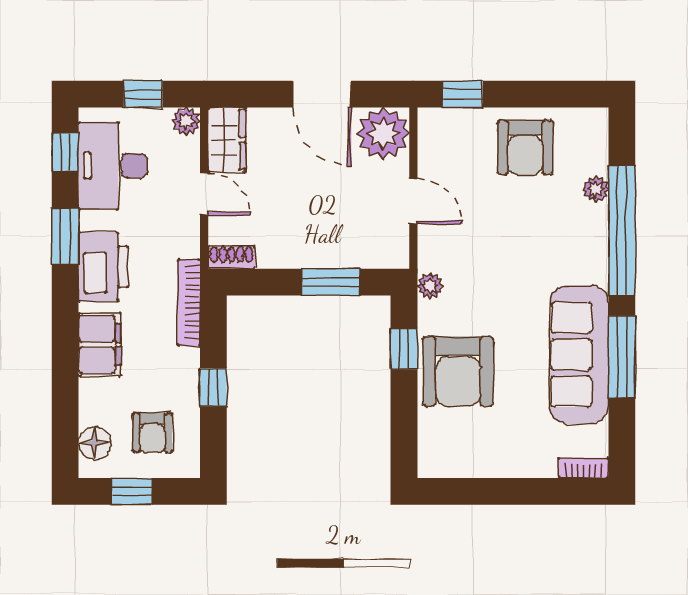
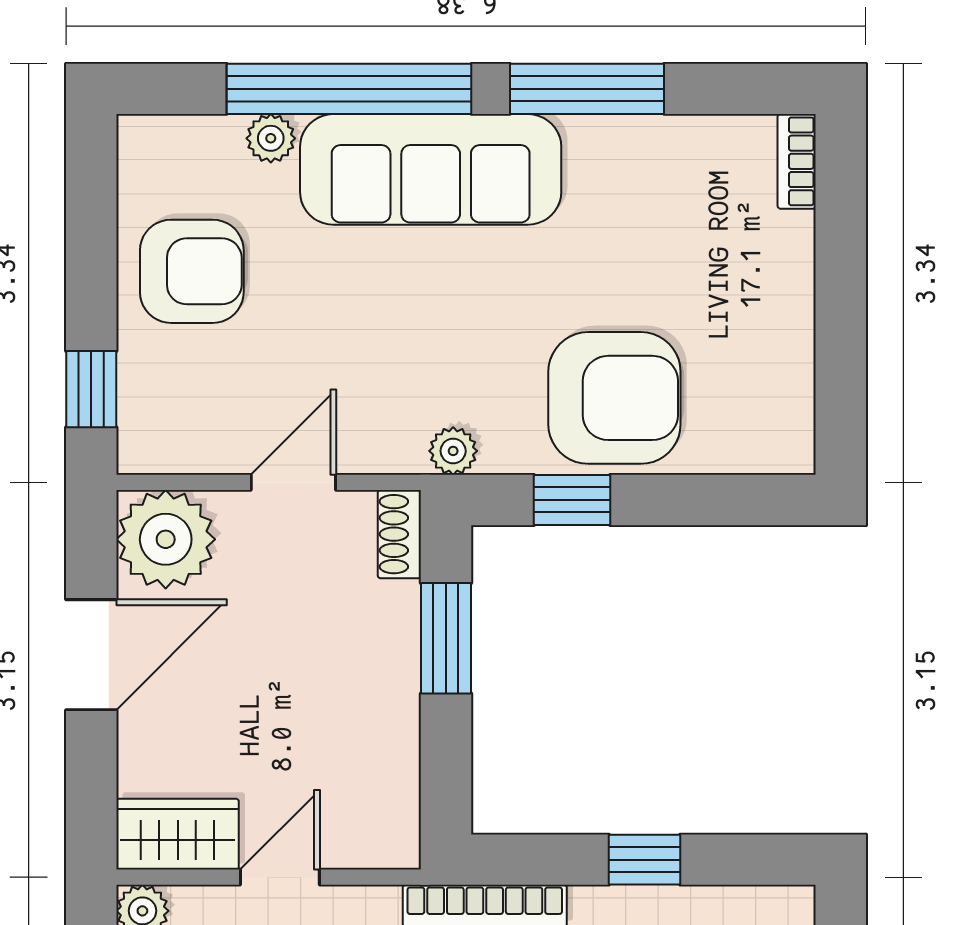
shoe rack: (231, 257) -> (399, 534), moved
sofa: (579, 355) -> (431, 169), moved

